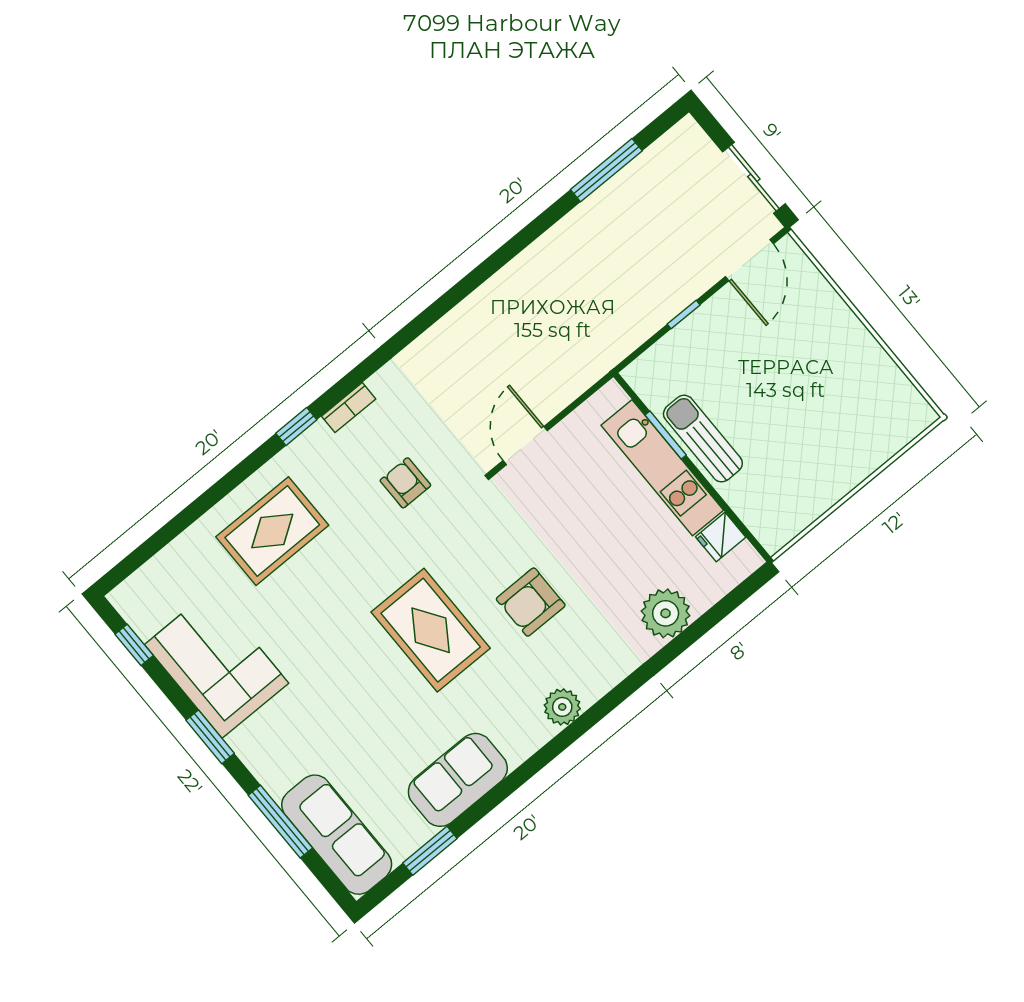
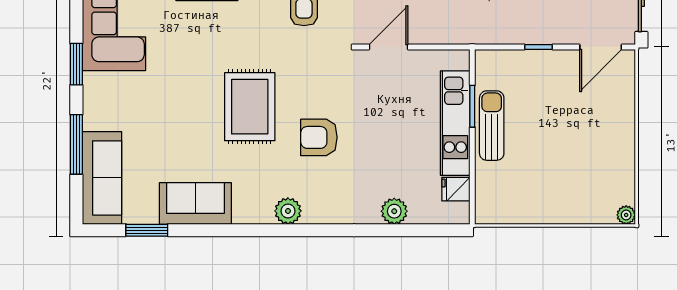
plant: (923, 415) -> (626, 215), added
plant: (666, 613) -> (394, 211), width x0.73, depth x0.73

